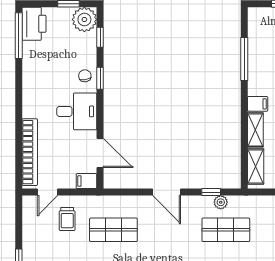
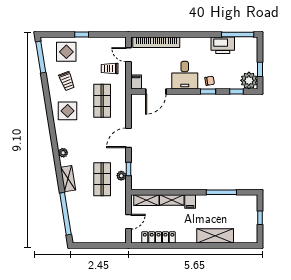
printer: (34, 24) -> (223, 45), moved

